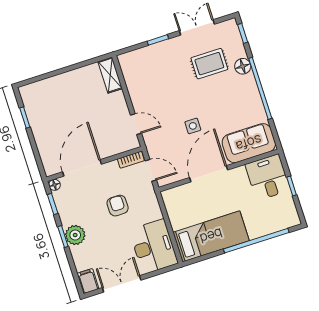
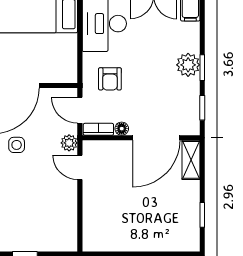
shelving: (110, 75) -> (191, 160), moved
plant: (151, 141) -> (69, 143), added
floor lamp: (54, 185) -> (122, 129), moved
armchair: (118, 206) -> (110, 79), moved

